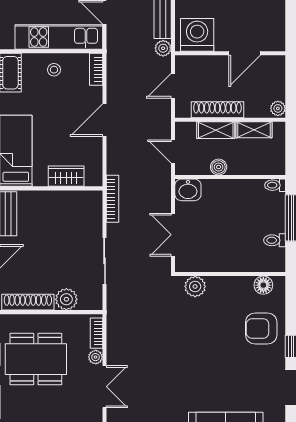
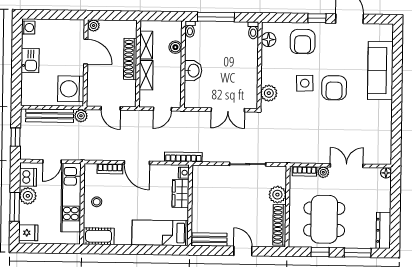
bookcase: (96, 69) -> (110, 169), moved
plant: (278, 108) -> (94, 26), moved
shoe rack: (217, 110) -> (130, 59), moved
boiler: (219, 167) -> (175, 47), moved
nightstand: (93, 180) -> (184, 173), added
washbasin: (188, 190) -> (193, 71), moved
bookcase: (112, 199) -> (183, 157), moved
toilet: (275, 240) -> (253, 30), moved
side table: (208, 332) -> (305, 83), added
armchair: (203, 369) -> (334, 88), added

